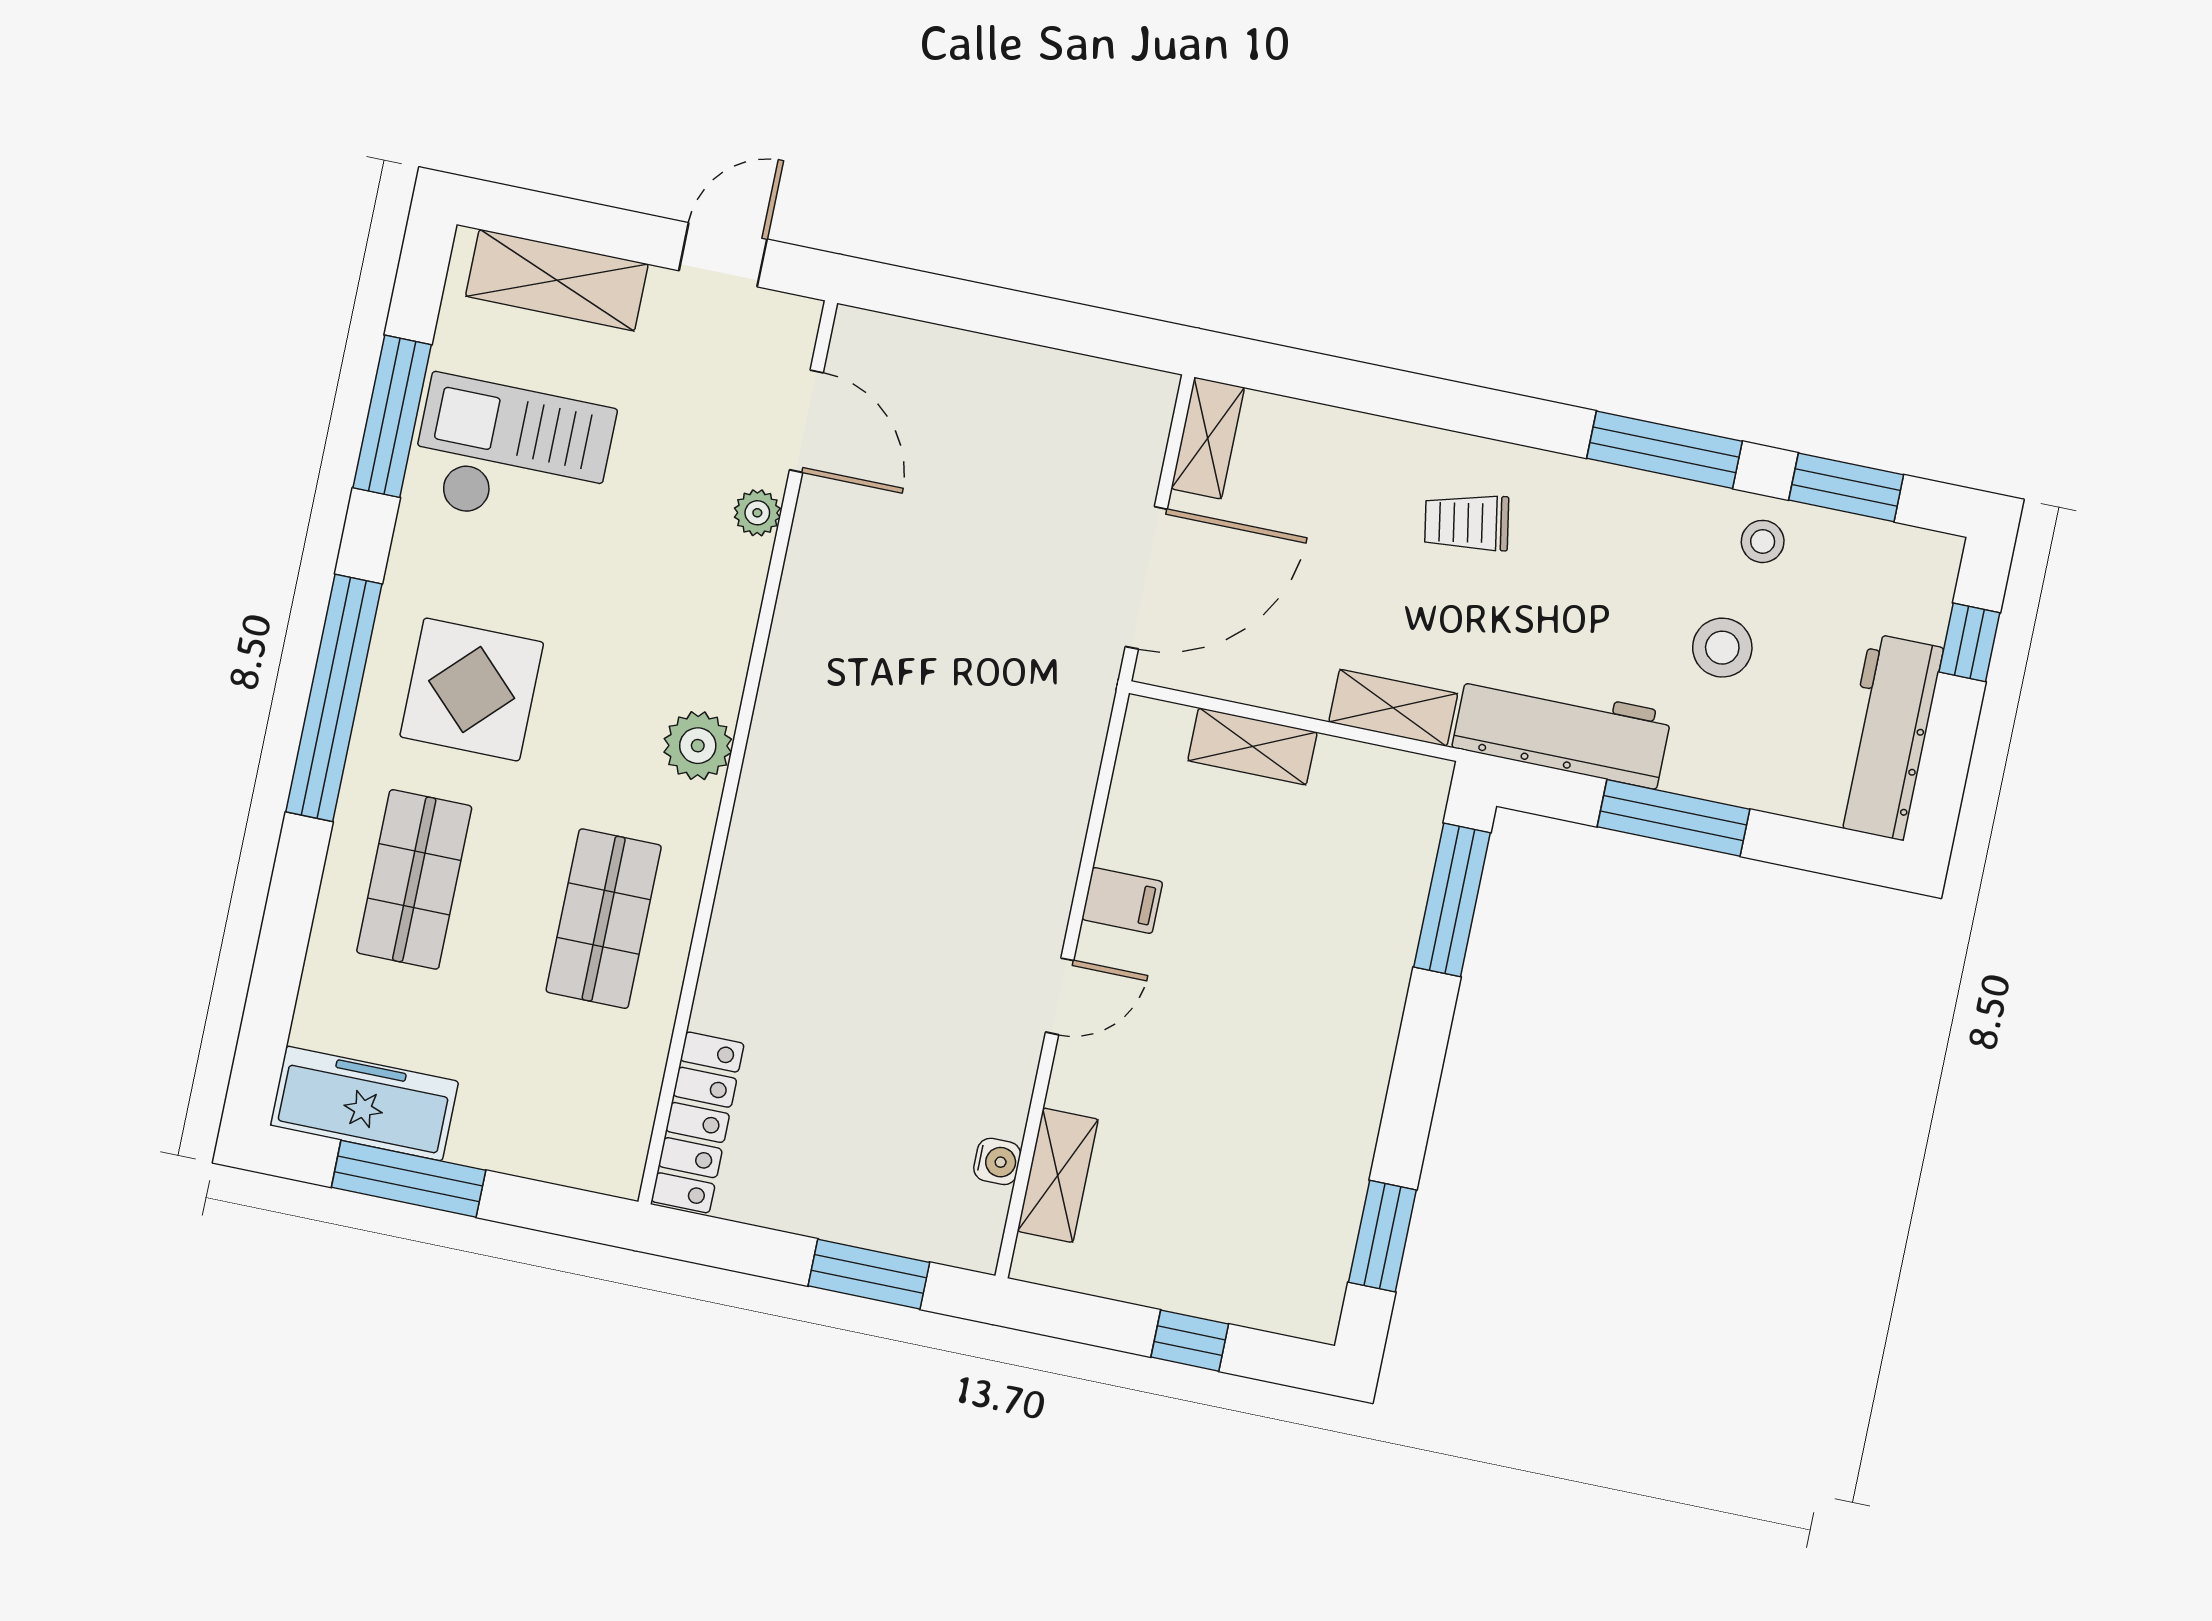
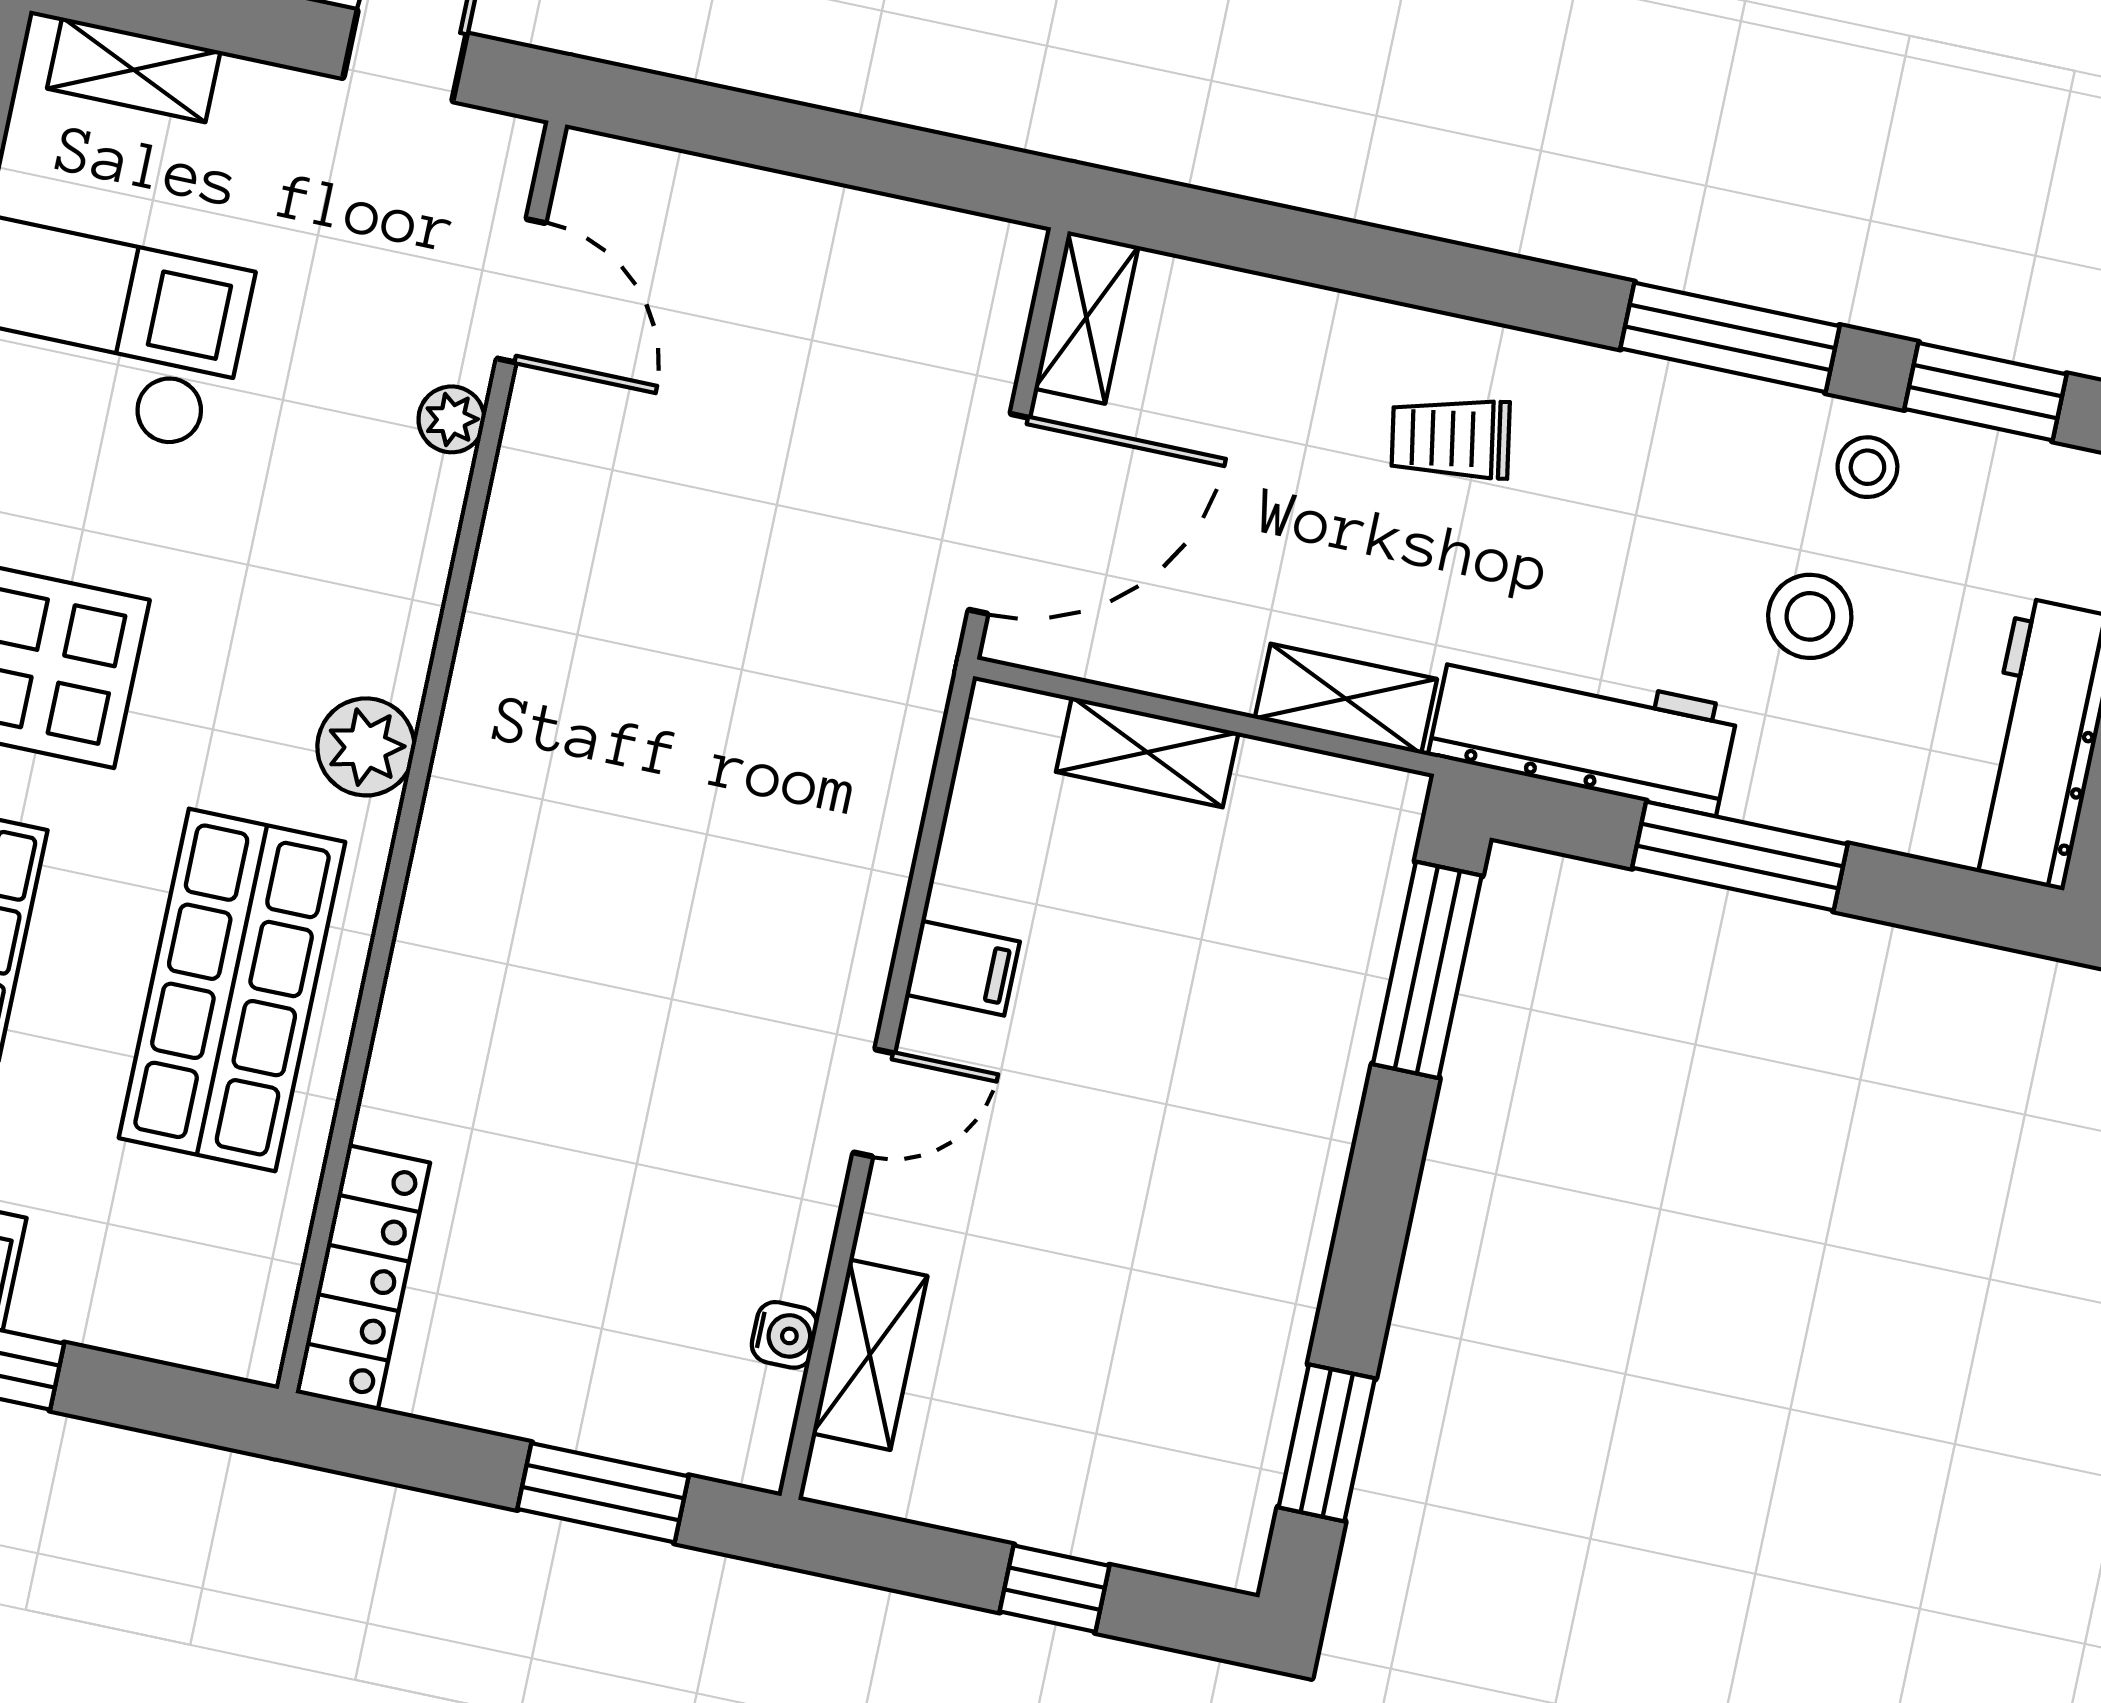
shelving: (557, 280) -> (134, 70), width x0.67, depth x0.75
shop shelf: (604, 919) -> (232, 990), width x1.43, depth x1.36

